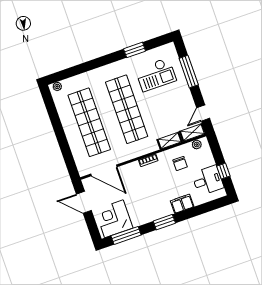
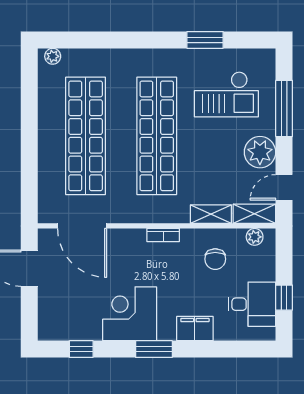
plant: (184, 99) -> (260, 152), added
corner desk: (114, 219) -> (130, 314), moved
window: (126, 235) -> (81, 349), width x0.46

